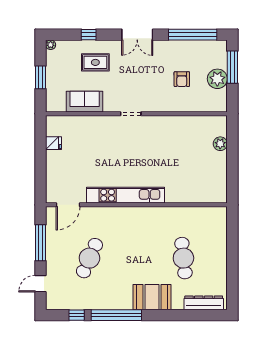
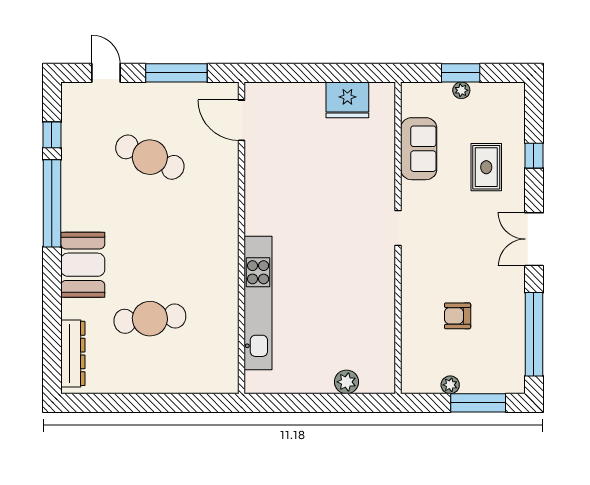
plant: (51, 45) -> (461, 90), moved
plant: (217, 79) -> (450, 385), width x0.53, depth x0.53
fridge: (53, 143) -> (347, 100), width x1.88, depth x1.34
kitchen unit: (125, 195) -> (258, 303), moved

